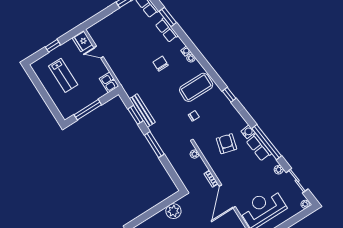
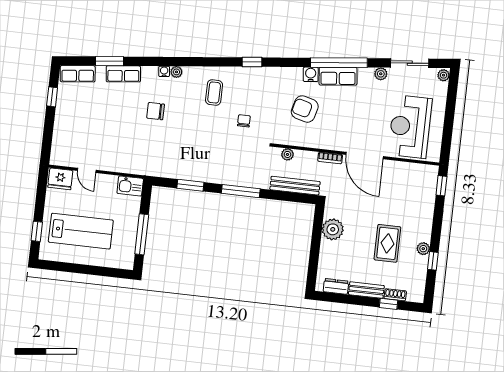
window: (53, 46) -> (37, 231), moved
door: (99, 52) -> (87, 170), hinge flipped
lab bench: (63, 75) -> (81, 231), width x1.36, depth x1.39
coffee table: (196, 87) -> (214, 93), width x0.54, depth x0.58
bench: (142, 111) -> (295, 186), moved

